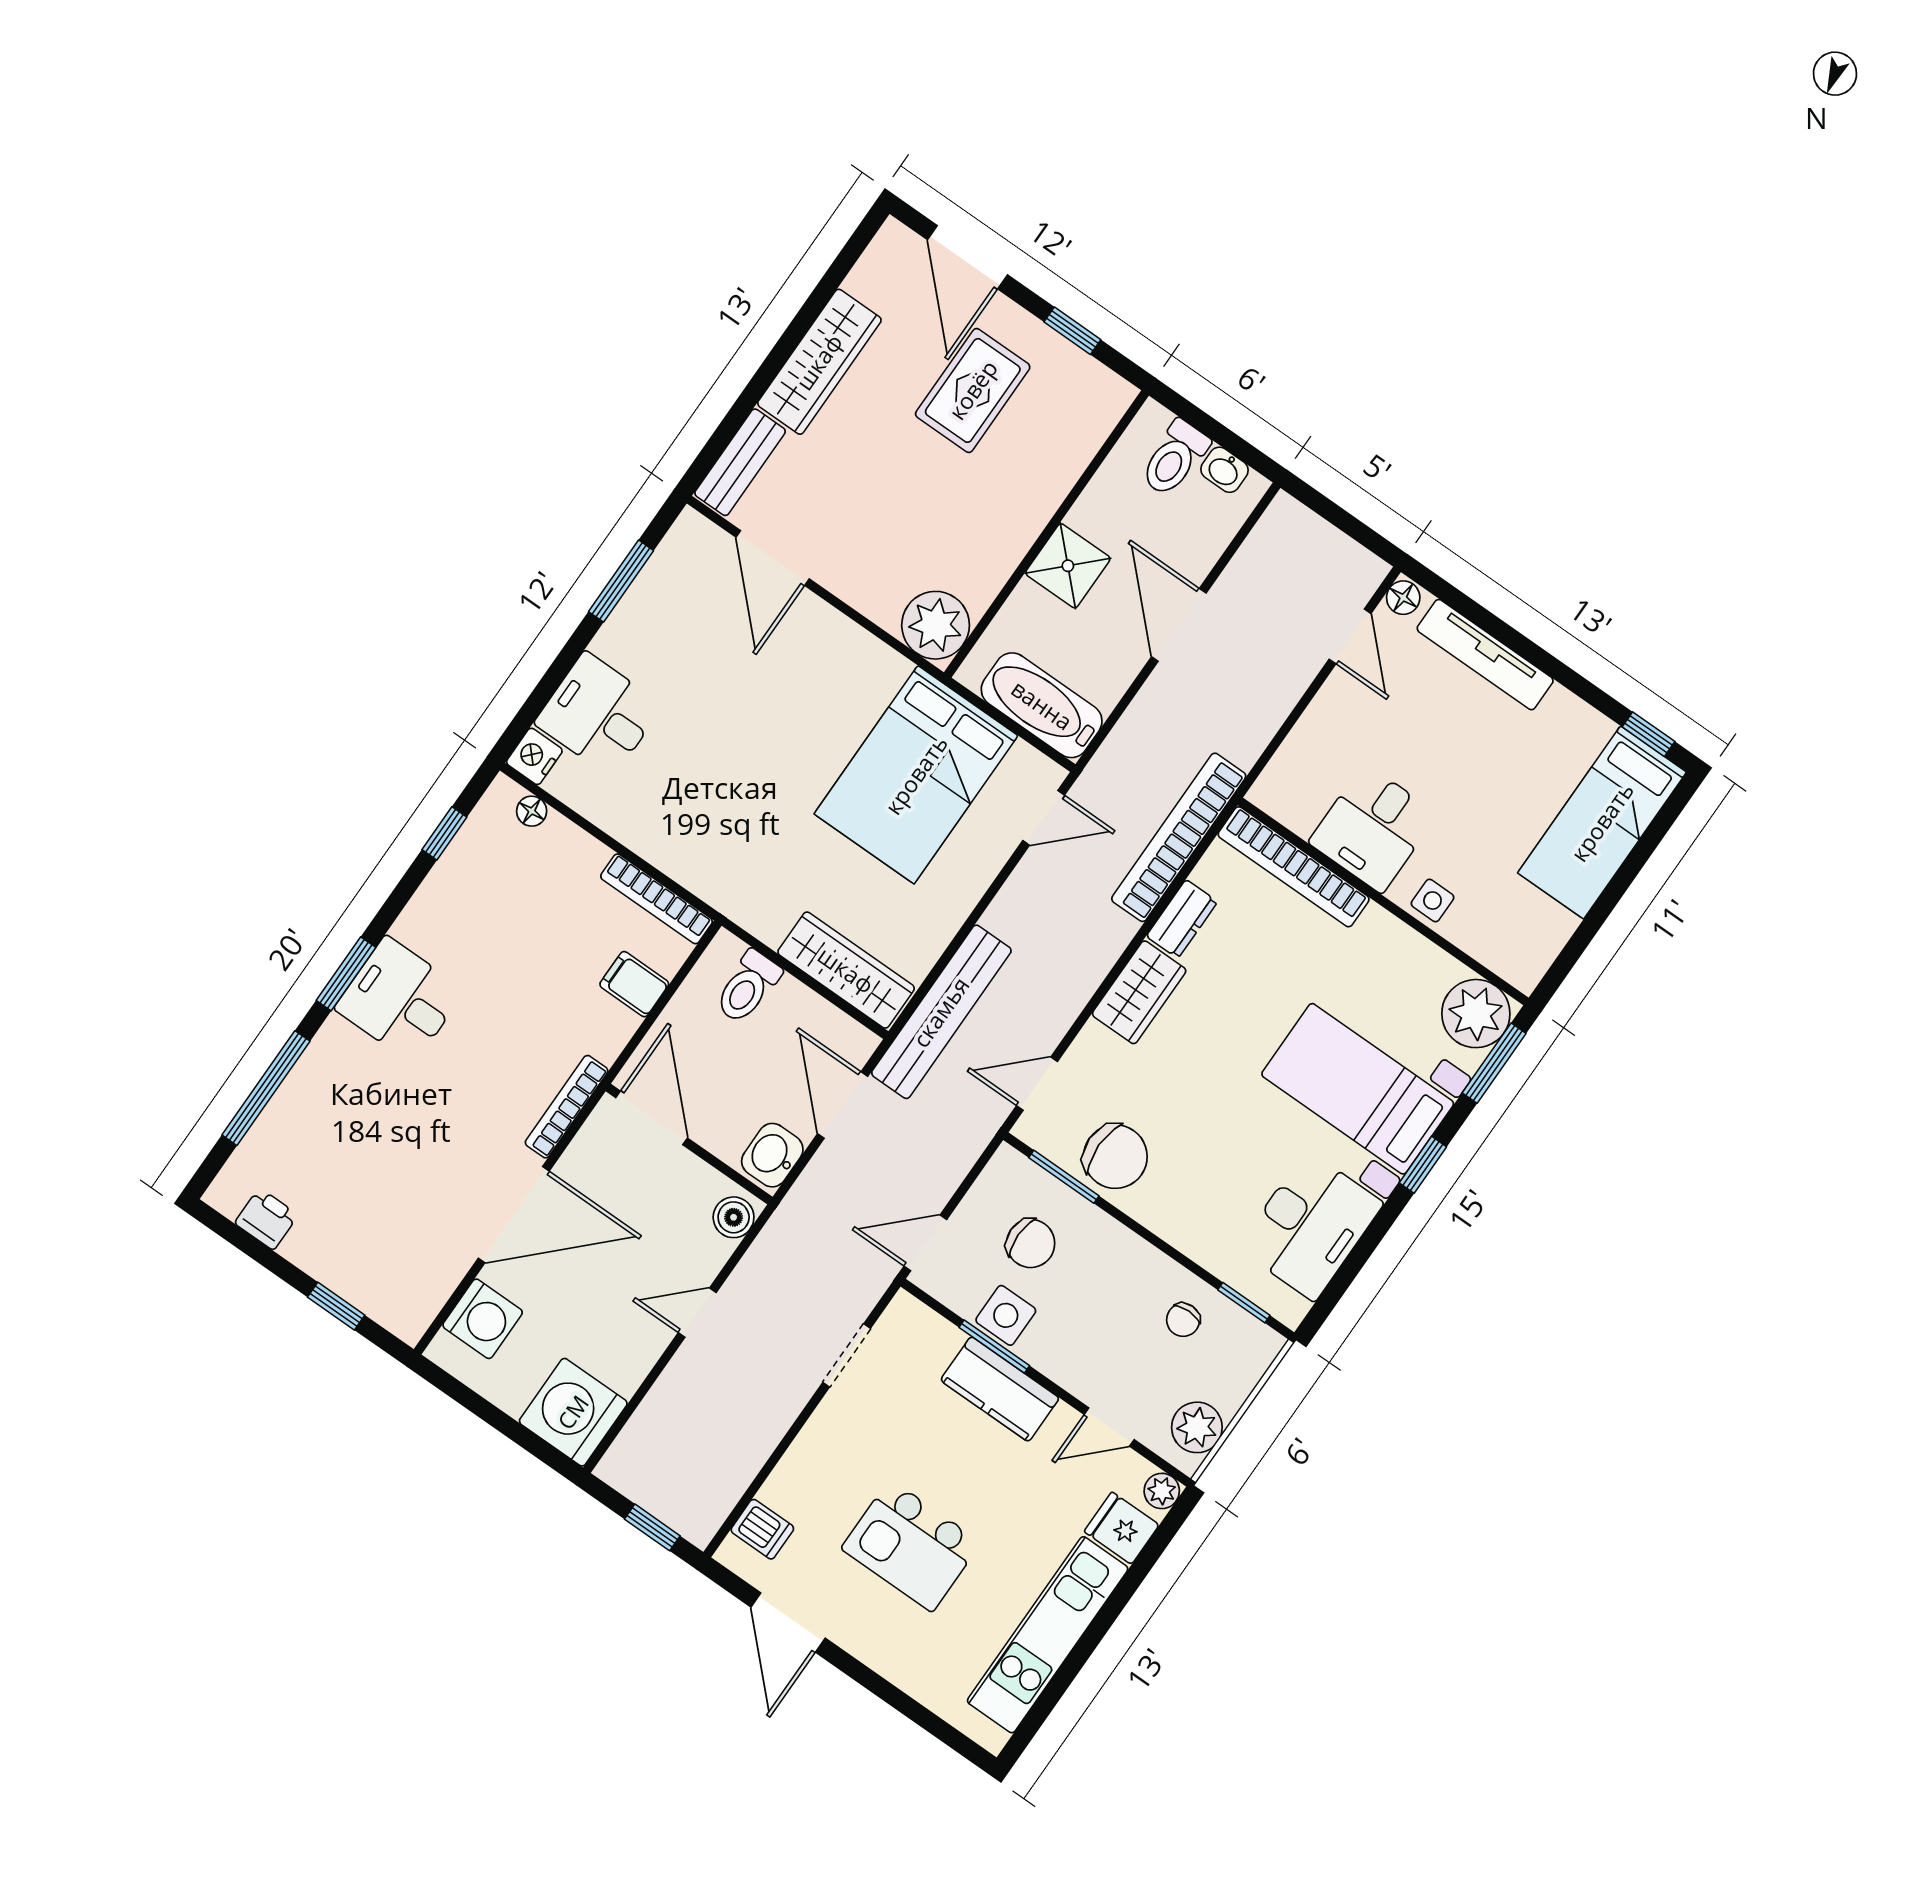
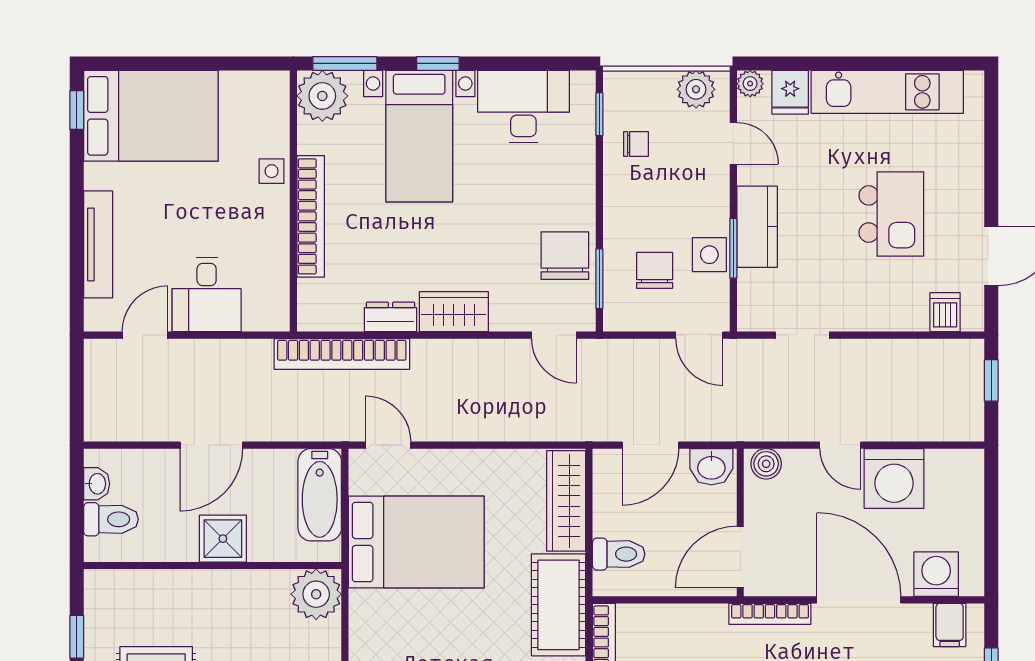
floor lamp: (1403, 598) -> (98, 319), removed
bed: (1602, 822) -> (151, 116), width x1.50
desk: (1373, 828) -> (207, 295), moved, turned 90
bookcase: (1294, 867) -> (311, 216), moved
cot: (738, 882) -> (558, 605), added
filing cabinet: (634, 984) -> (950, 625), moved
bench: (941, 1012) -> (551, 425), removed
washing machine: (573, 1412) -> (894, 478), moved

